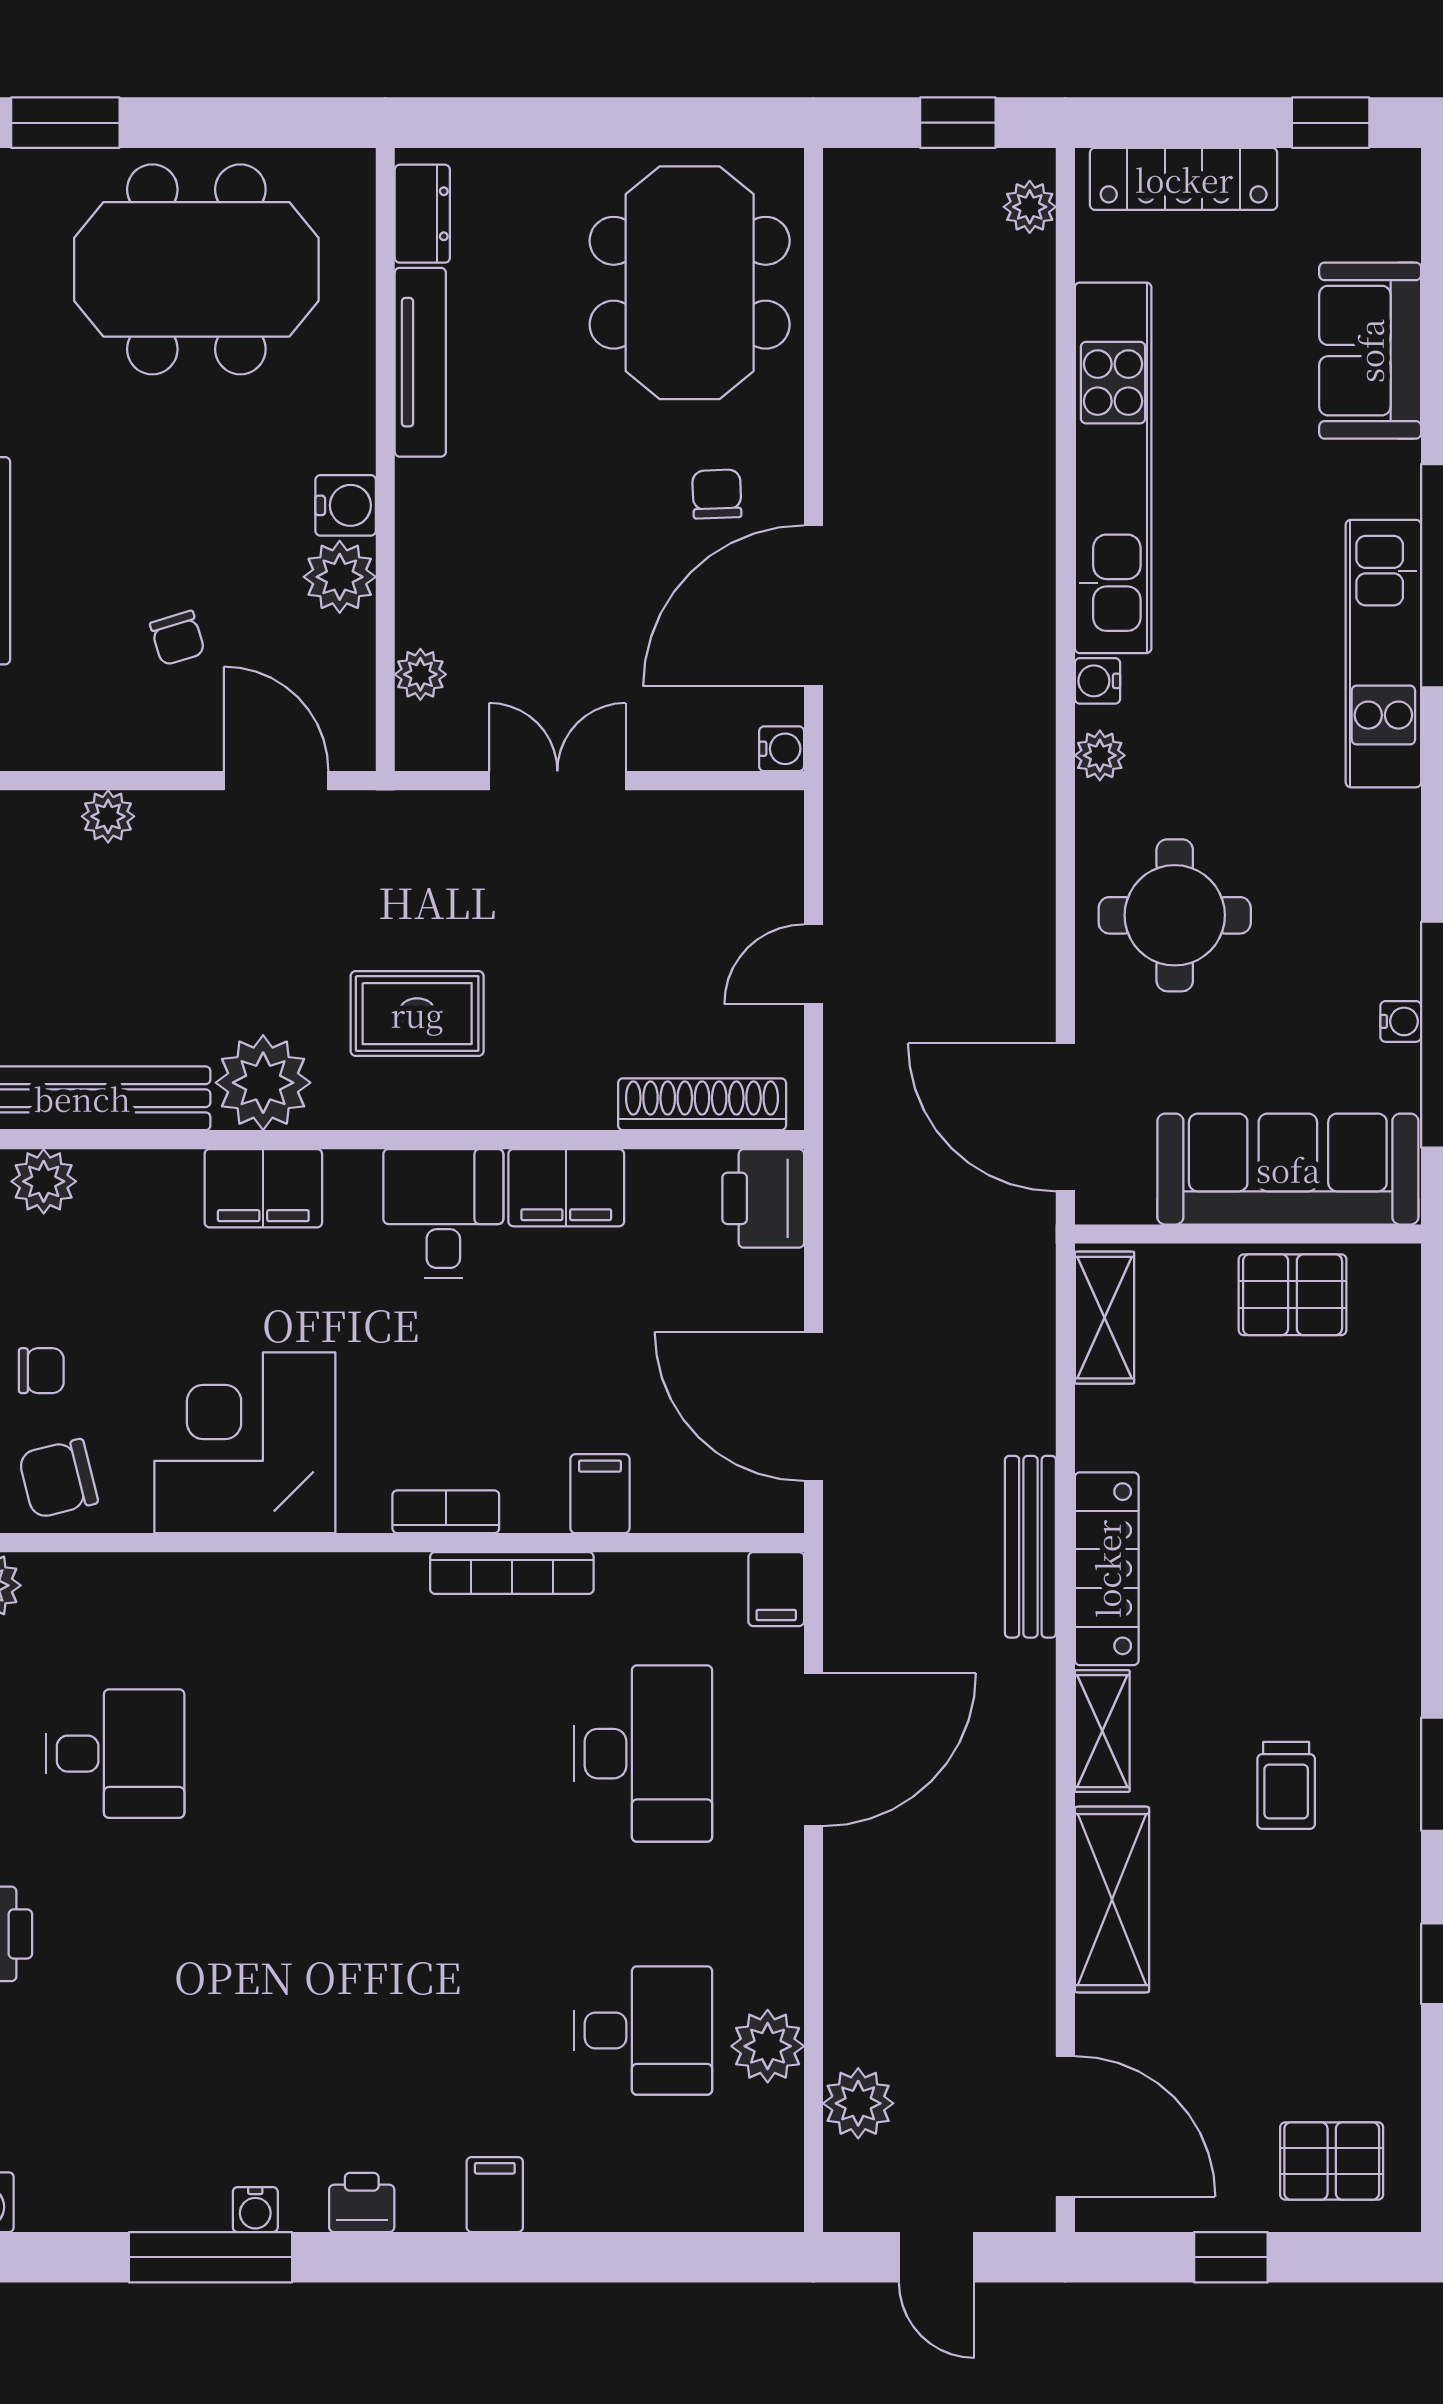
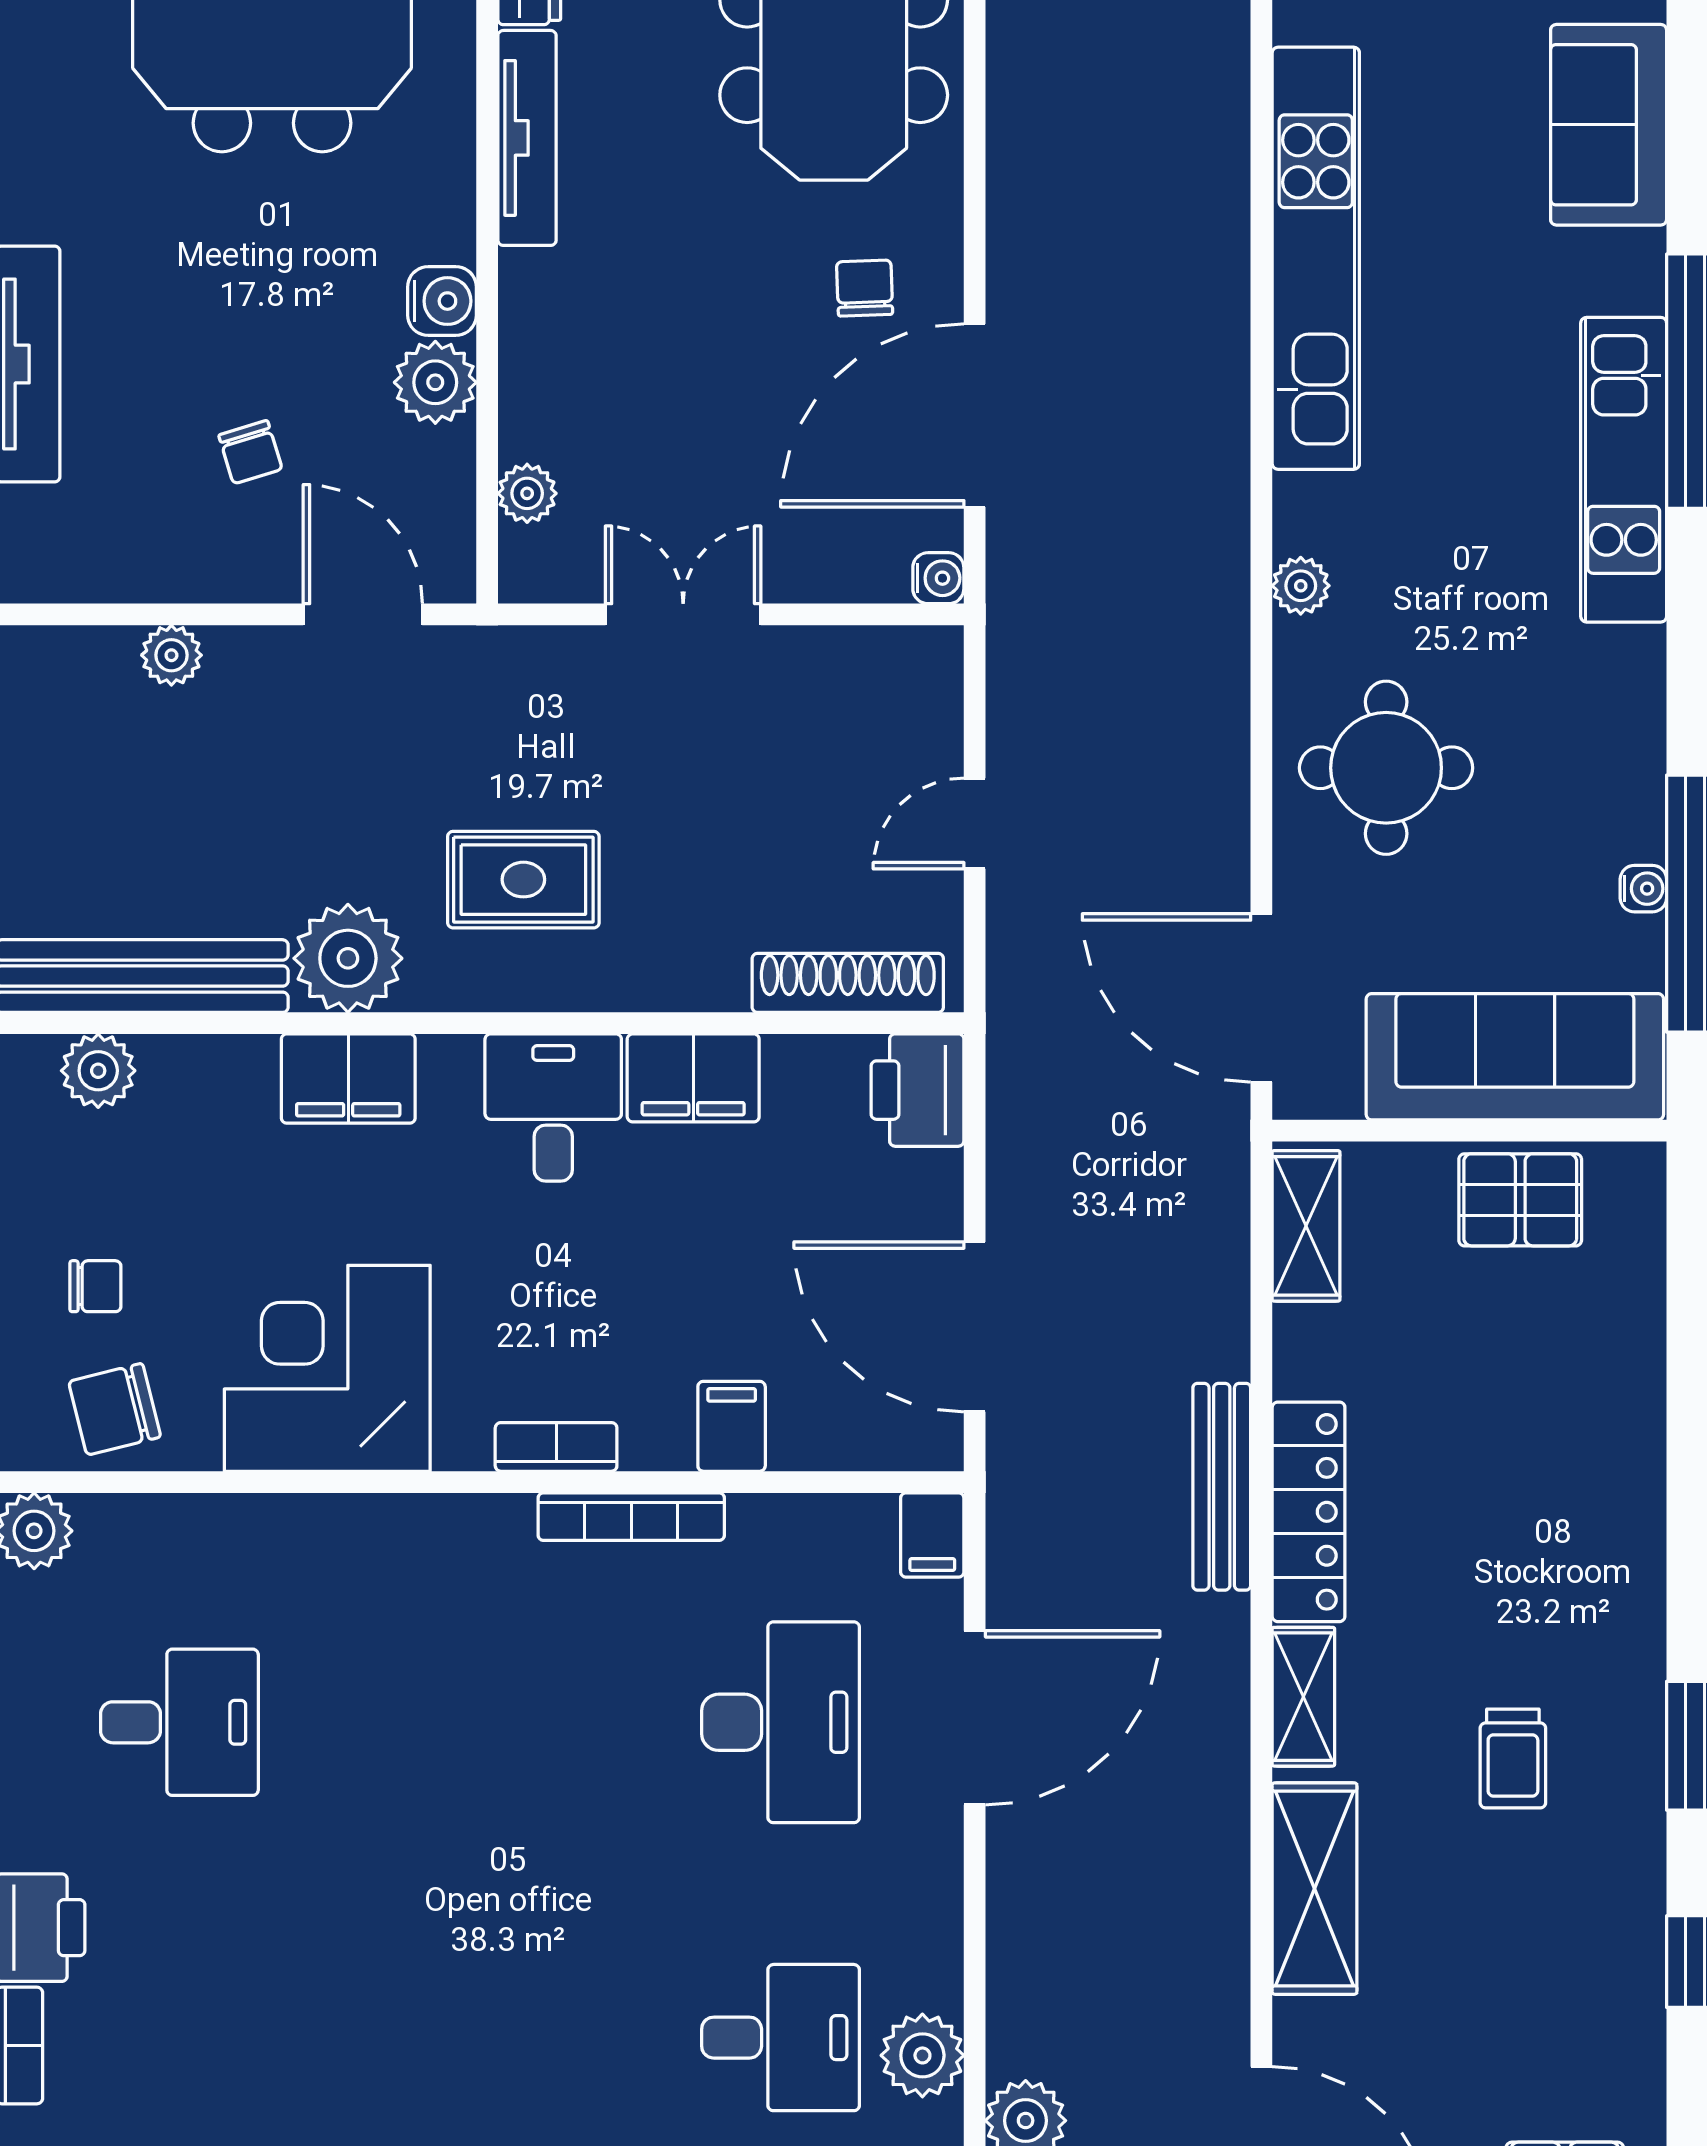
water cooler: (1097, 681) -> (1298, 501), removed

